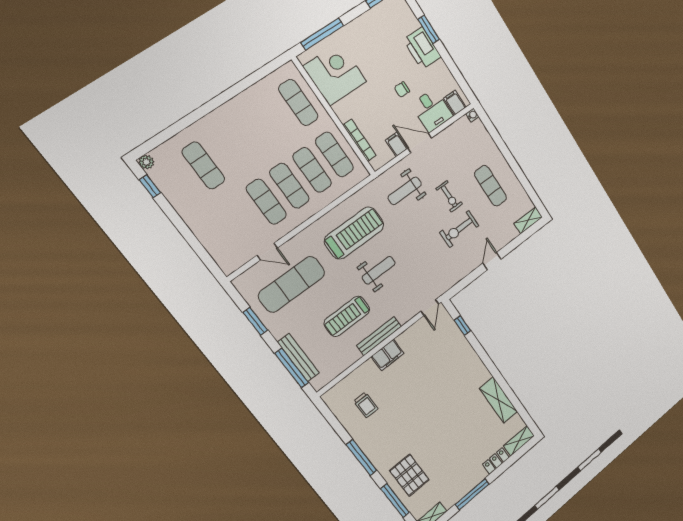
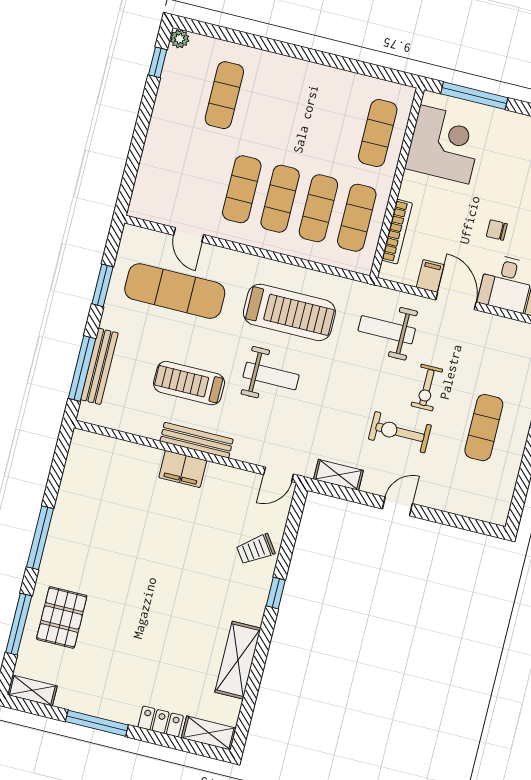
shelving: (528, 220) -> (338, 475), moved
window: (462, 325) -> (276, 593), moved
trolley: (366, 405) -> (256, 549), moved, turned 55

